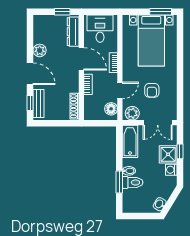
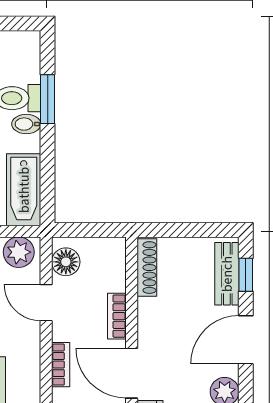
door: (30, 74) -> (246, 340), hinge flipped
door: (120, 90) -> (46, 303), hinge flipped

